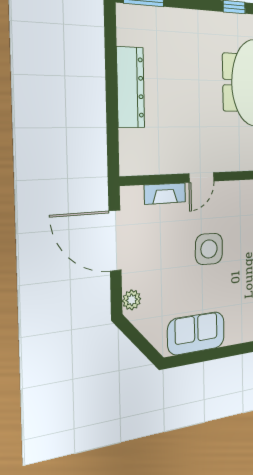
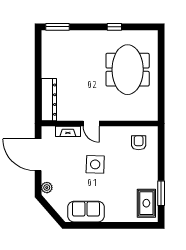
dresser: (131, 87) -> (49, 100), moved
door: (201, 177) -> (91, 123), hinge flipped

